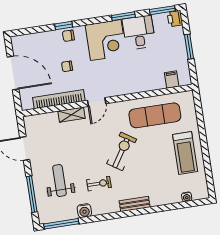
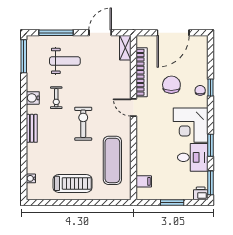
chair: (67, 66) -> (171, 85), width x1.87, depth x1.87
shelving: (71, 115) -> (125, 48), moved
exercise bike: (122, 151) -> (83, 124), turned -123
treadmill: (185, 153) -> (72, 183), turned 180
water cooler: (84, 211) -> (33, 98), moved

